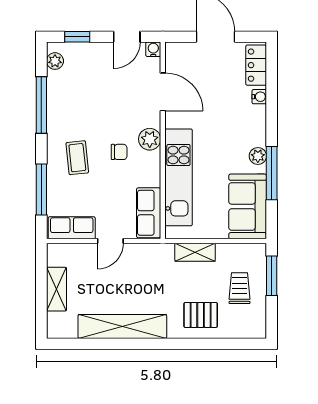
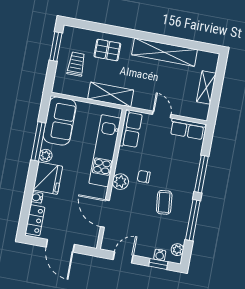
water cooler: (153, 49) -> (160, 255), moved
fridge: (249, 126) -> (48, 178), added
coffee table: (77, 158) -> (164, 202), moved
window: (41, 189) -> (201, 174), moved
door: (110, 241) -> (162, 114), hinge flipped
shelving: (195, 252) -> (111, 95), width x1.50, depth x1.33
window: (272, 276) -> (56, 47), moved
trolley: (240, 288) -> (76, 64), turned 180

